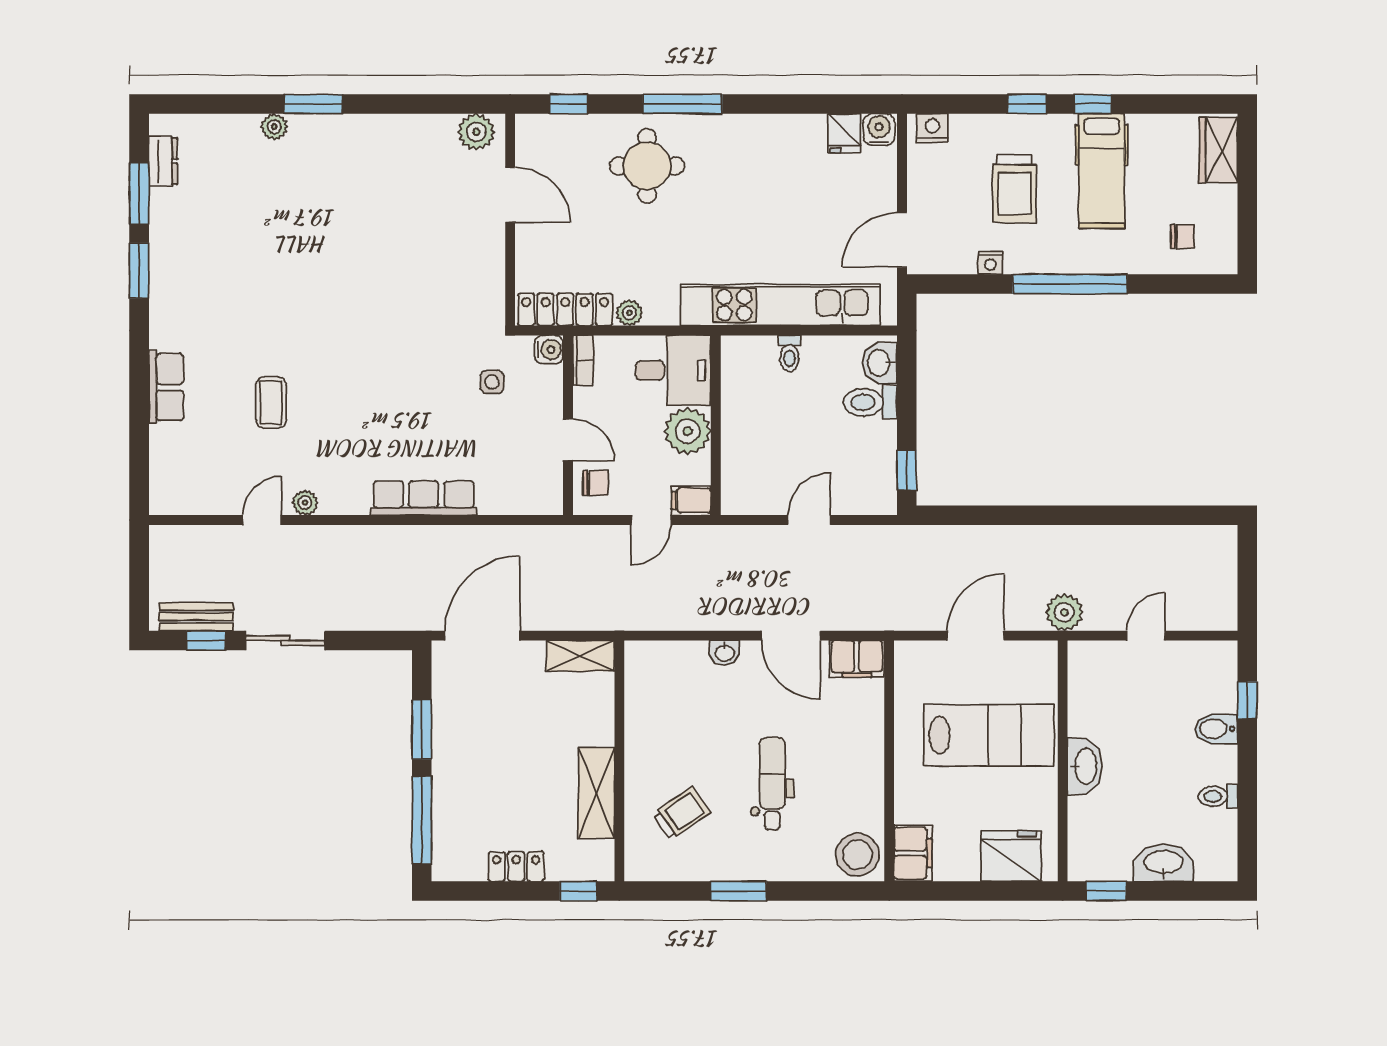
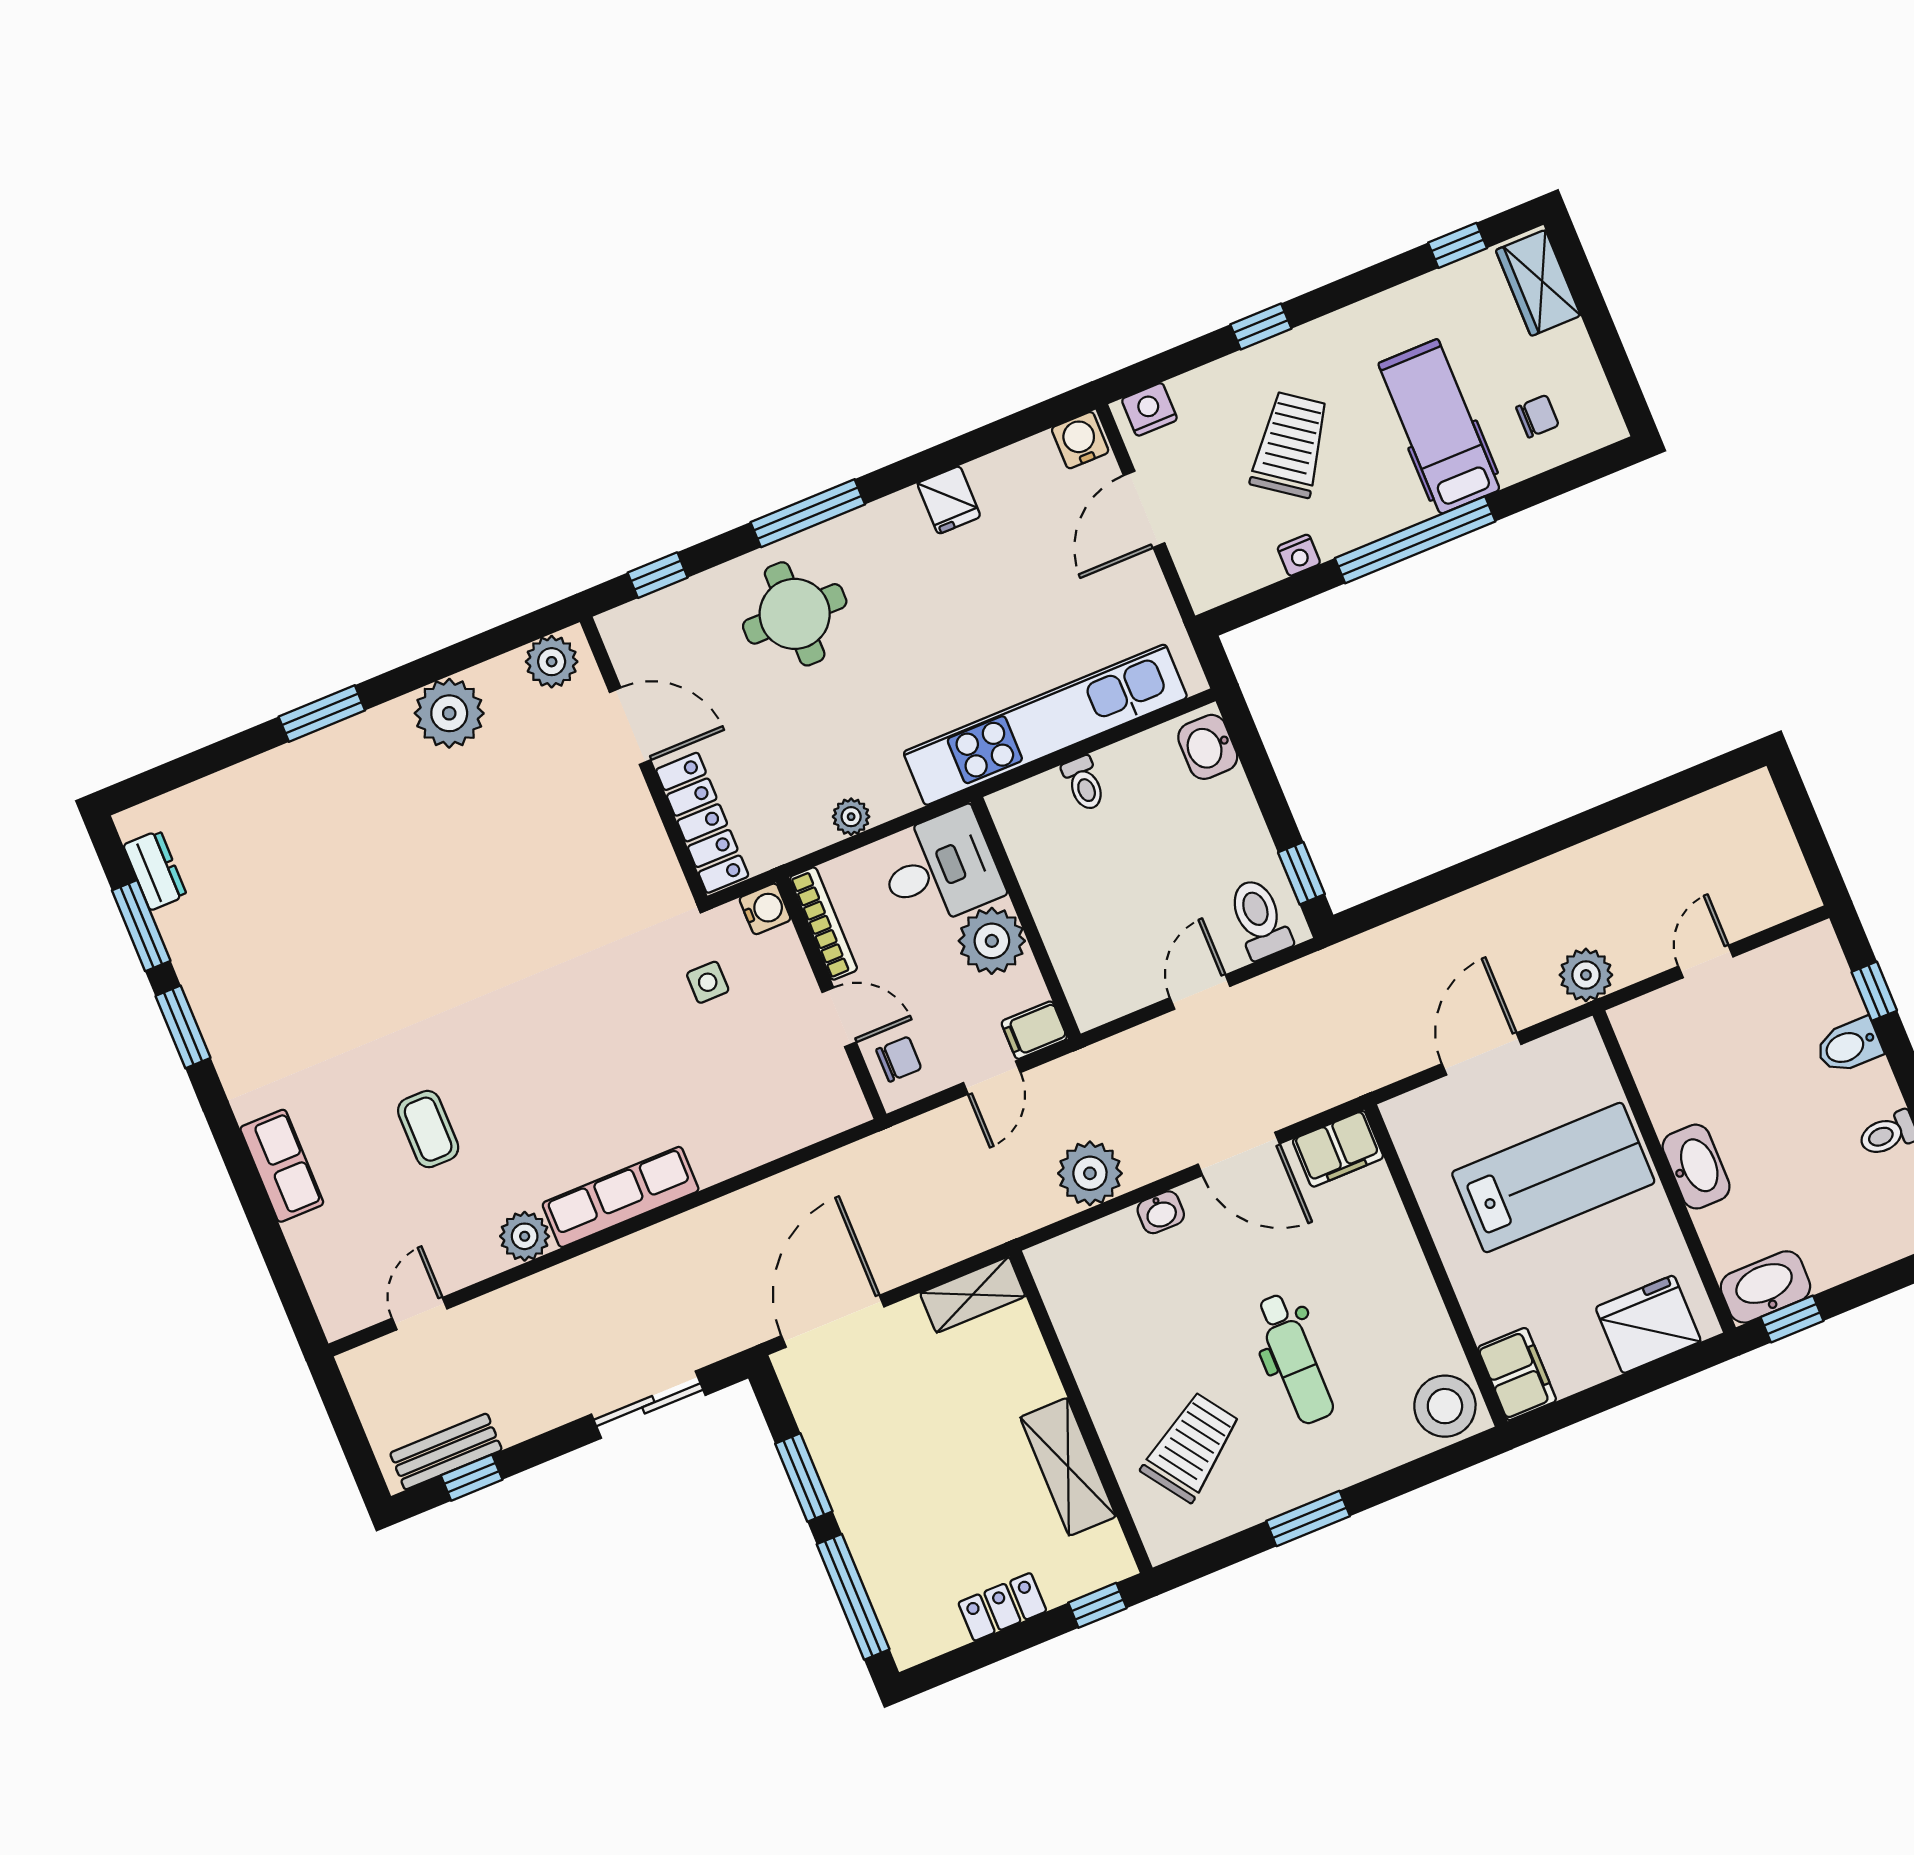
window: (1093, 104) -> (1458, 245), moved
plant: (274, 127) -> (449, 713), moved, width x1.87, depth x1.87
fridge: (844, 133) -> (949, 500), moved
hospital bed: (1102, 171) -> (1439, 427), moved, turned 180
trolley: (1014, 189) -> (1290, 445), turned -144
door: (902, 240) -> (1144, 509), moved
locker: (565, 310) -> (702, 823), moved, turned 90
bookcase: (583, 361) -> (823, 924), width x1.56
toilet: (870, 402) -> (1259, 919), moved, turned 90
row of seats: (424, 498) -> (621, 1197), moved
plant: (305, 503) -> (525, 1236), width x1.38, depth x1.38
door: (262, 520) -> (420, 1314), moved
plant: (689, 608) -> (1090, 1173), added
sliding door: (285, 640) -> (648, 1405), moved
dental chair: (772, 784) -> (1294, 1359), turned 180
trolley: (682, 813) -> (1191, 1447), width x1.36, depth x1.39
washbasin: (1163, 863) -> (1765, 1287), moved

